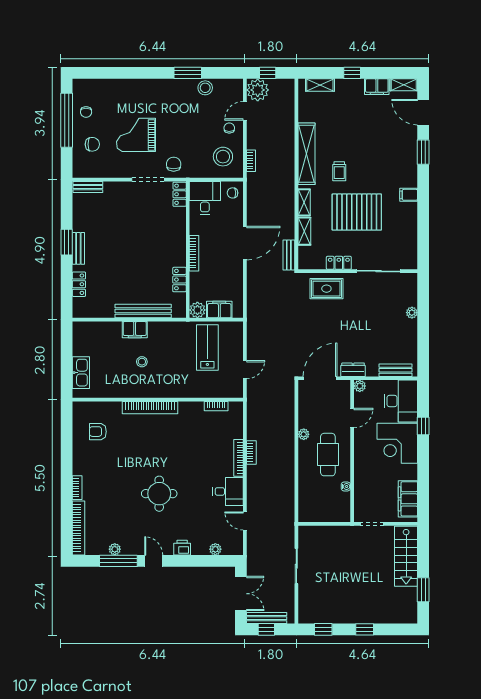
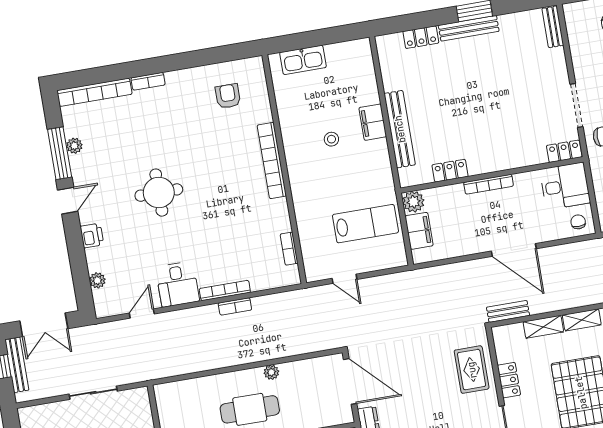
bench: (78, 248) -> (469, 28), width x1.36

